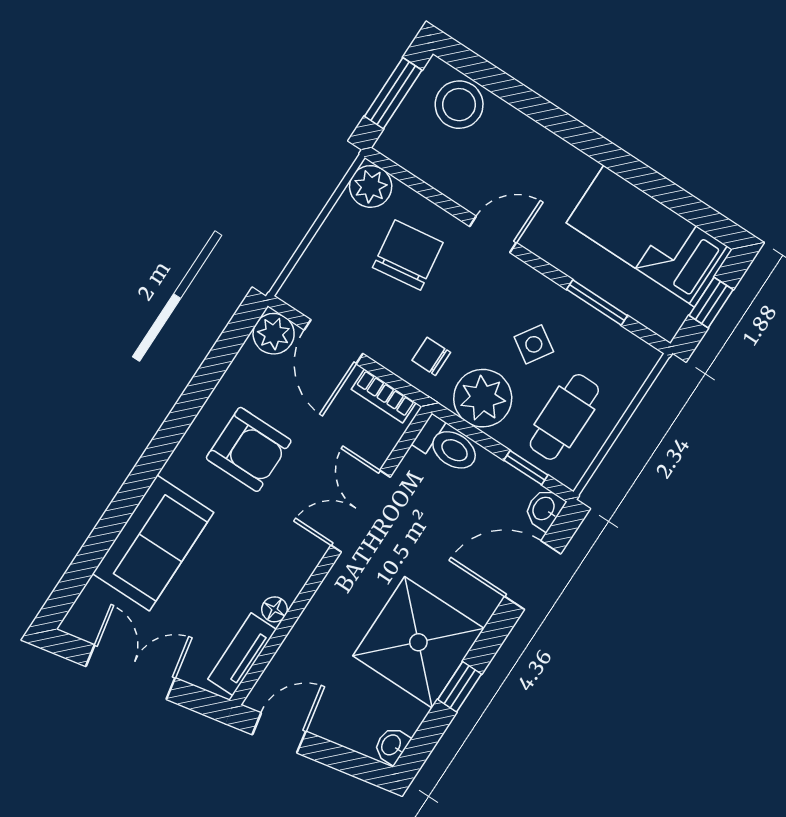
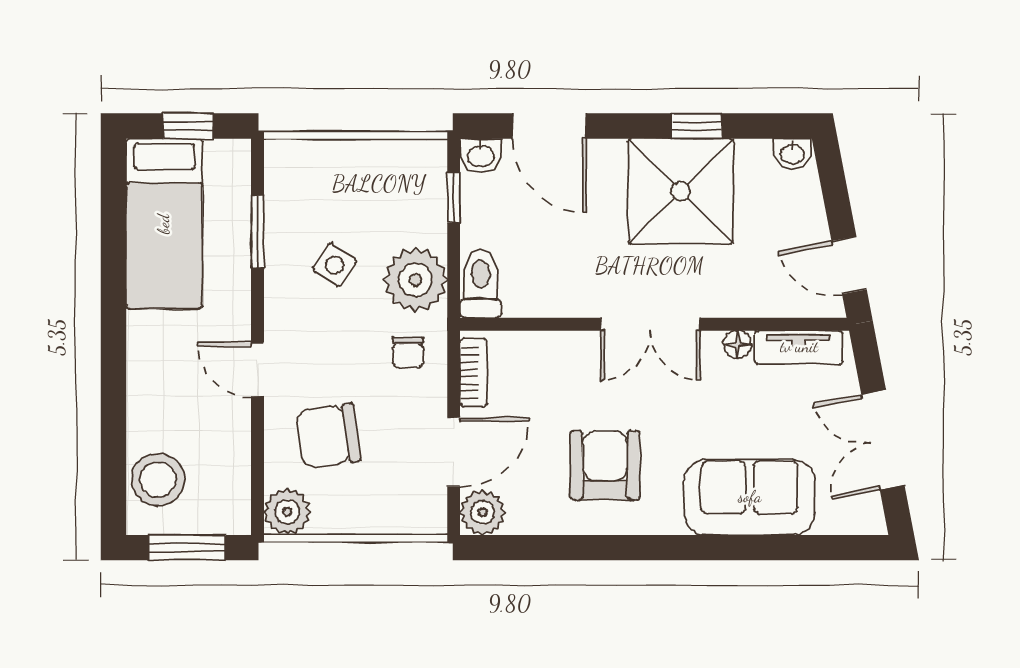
cafe table: (564, 417) -> (383, 193), removed
double door: (361, 511) -> (650, 324), moved

